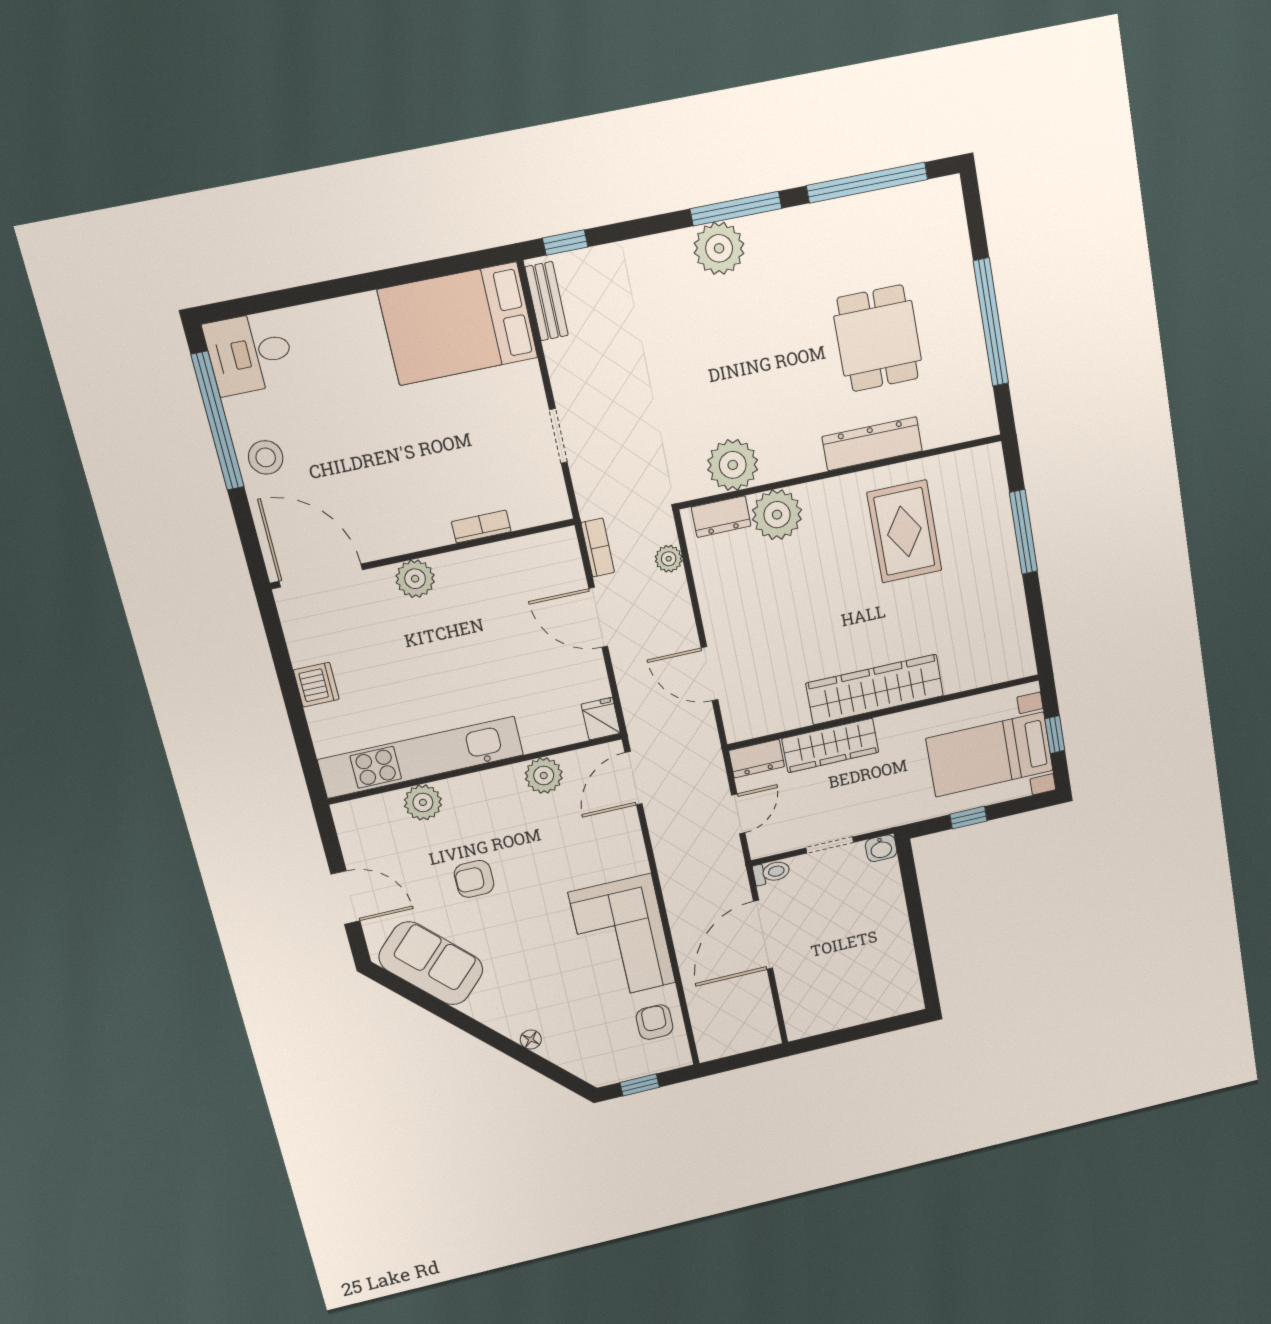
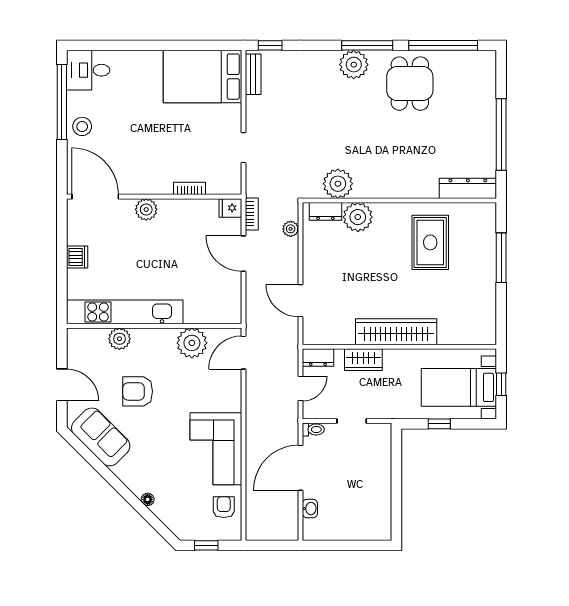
dining table: (878, 338) -> (410, 84), moved
dresser: (872, 444) -> (468, 188), moved
fridge: (601, 719) -> (230, 208), moved, turned -90
wardrobe: (830, 745) -> (363, 360), width x0.67
plant: (544, 776) -> (192, 343), width x1.36, depth x1.36
washbasin: (881, 848) -> (310, 509), moved, turned -90
armchair: (474, 879) -> (138, 391), width x1.38, depth x1.38

